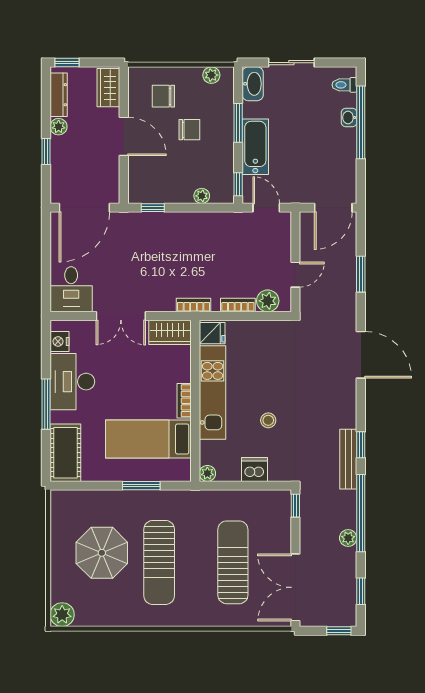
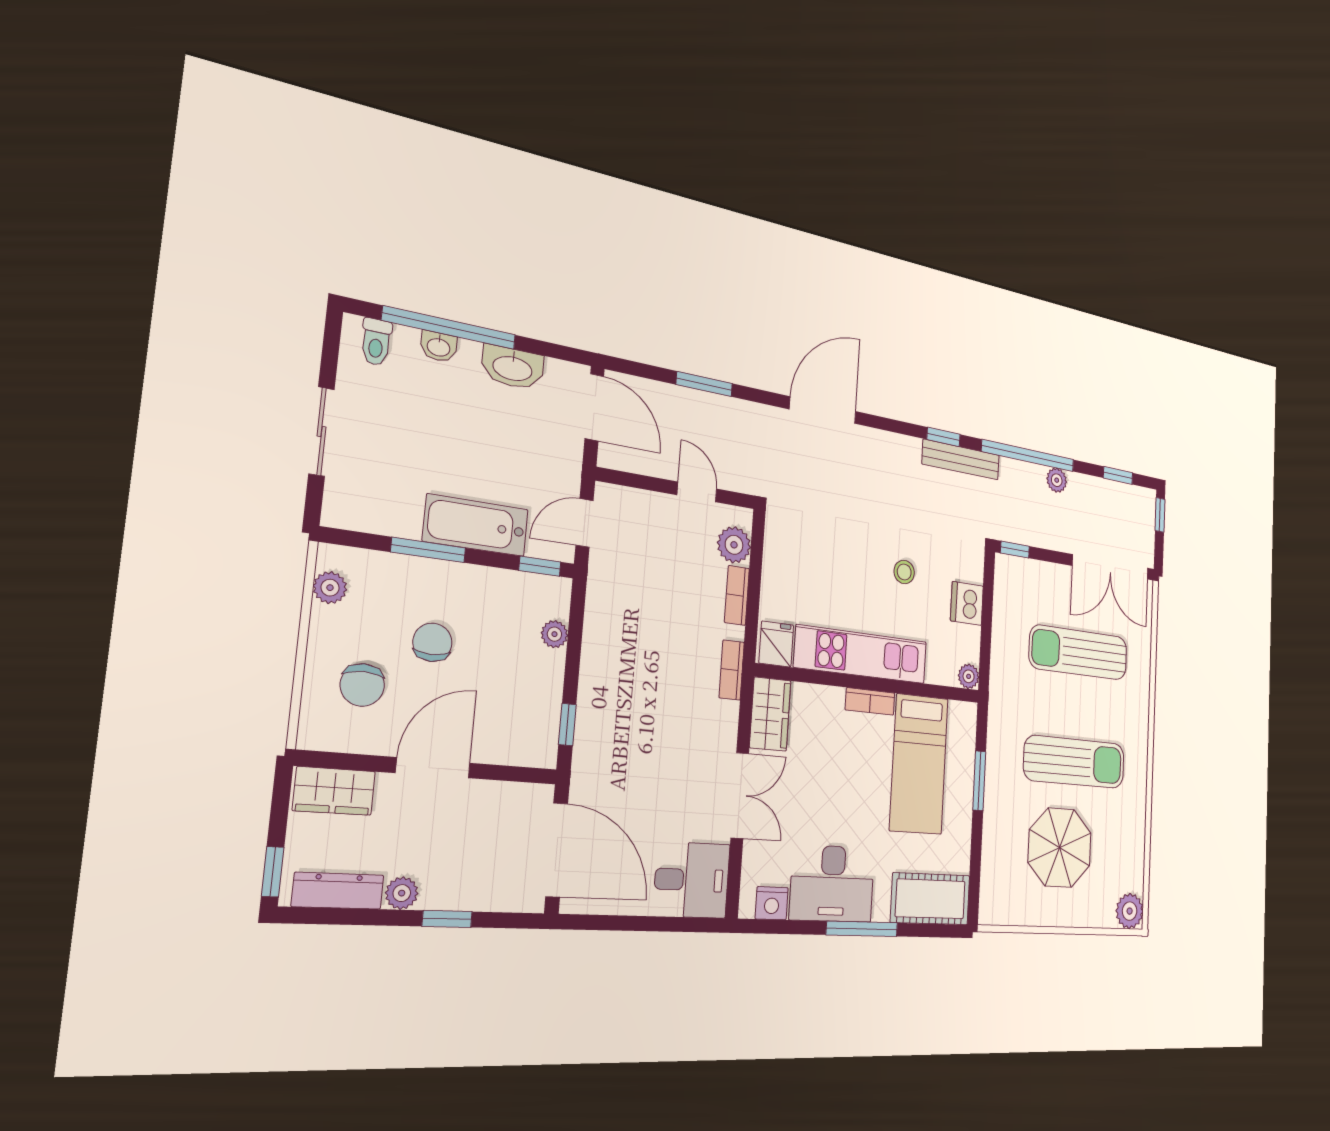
washbasin: (253, 84) -> (513, 367), moved, turned 180

